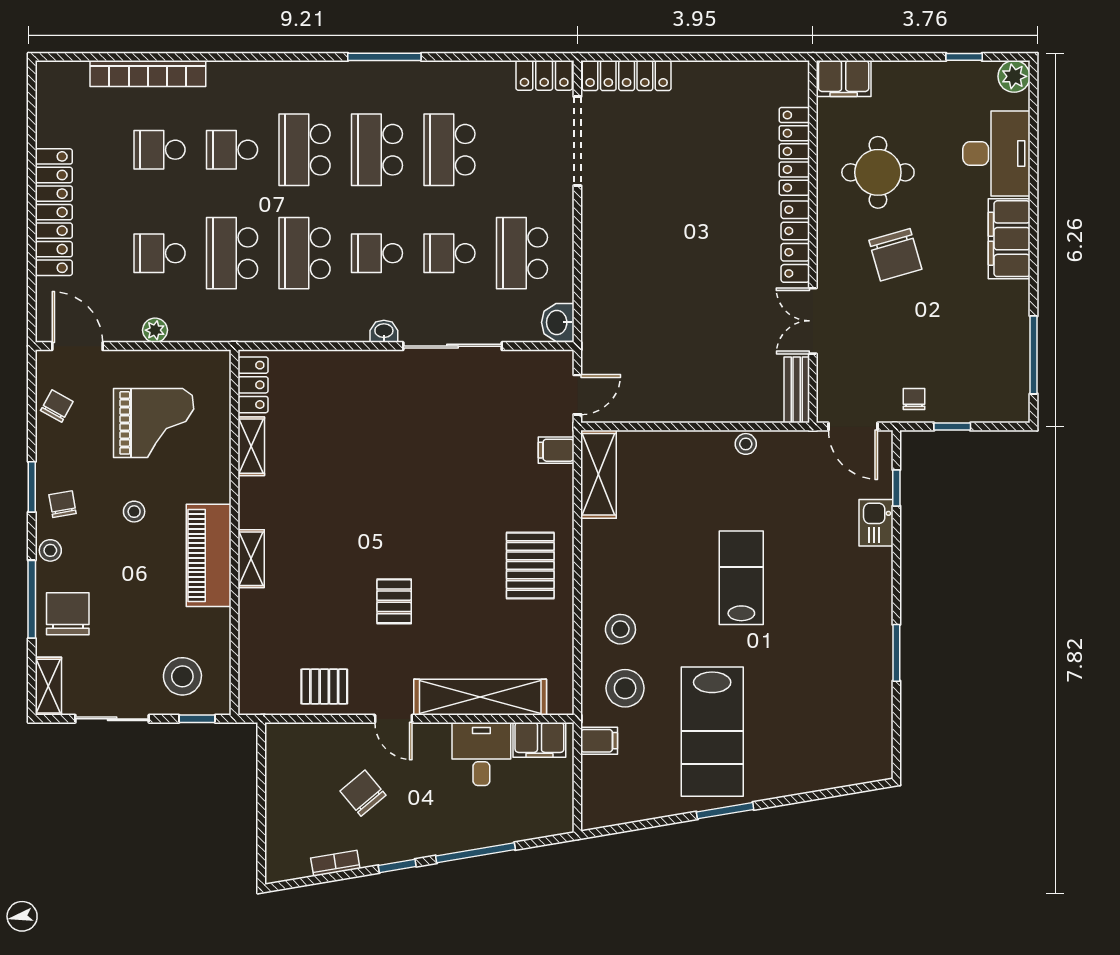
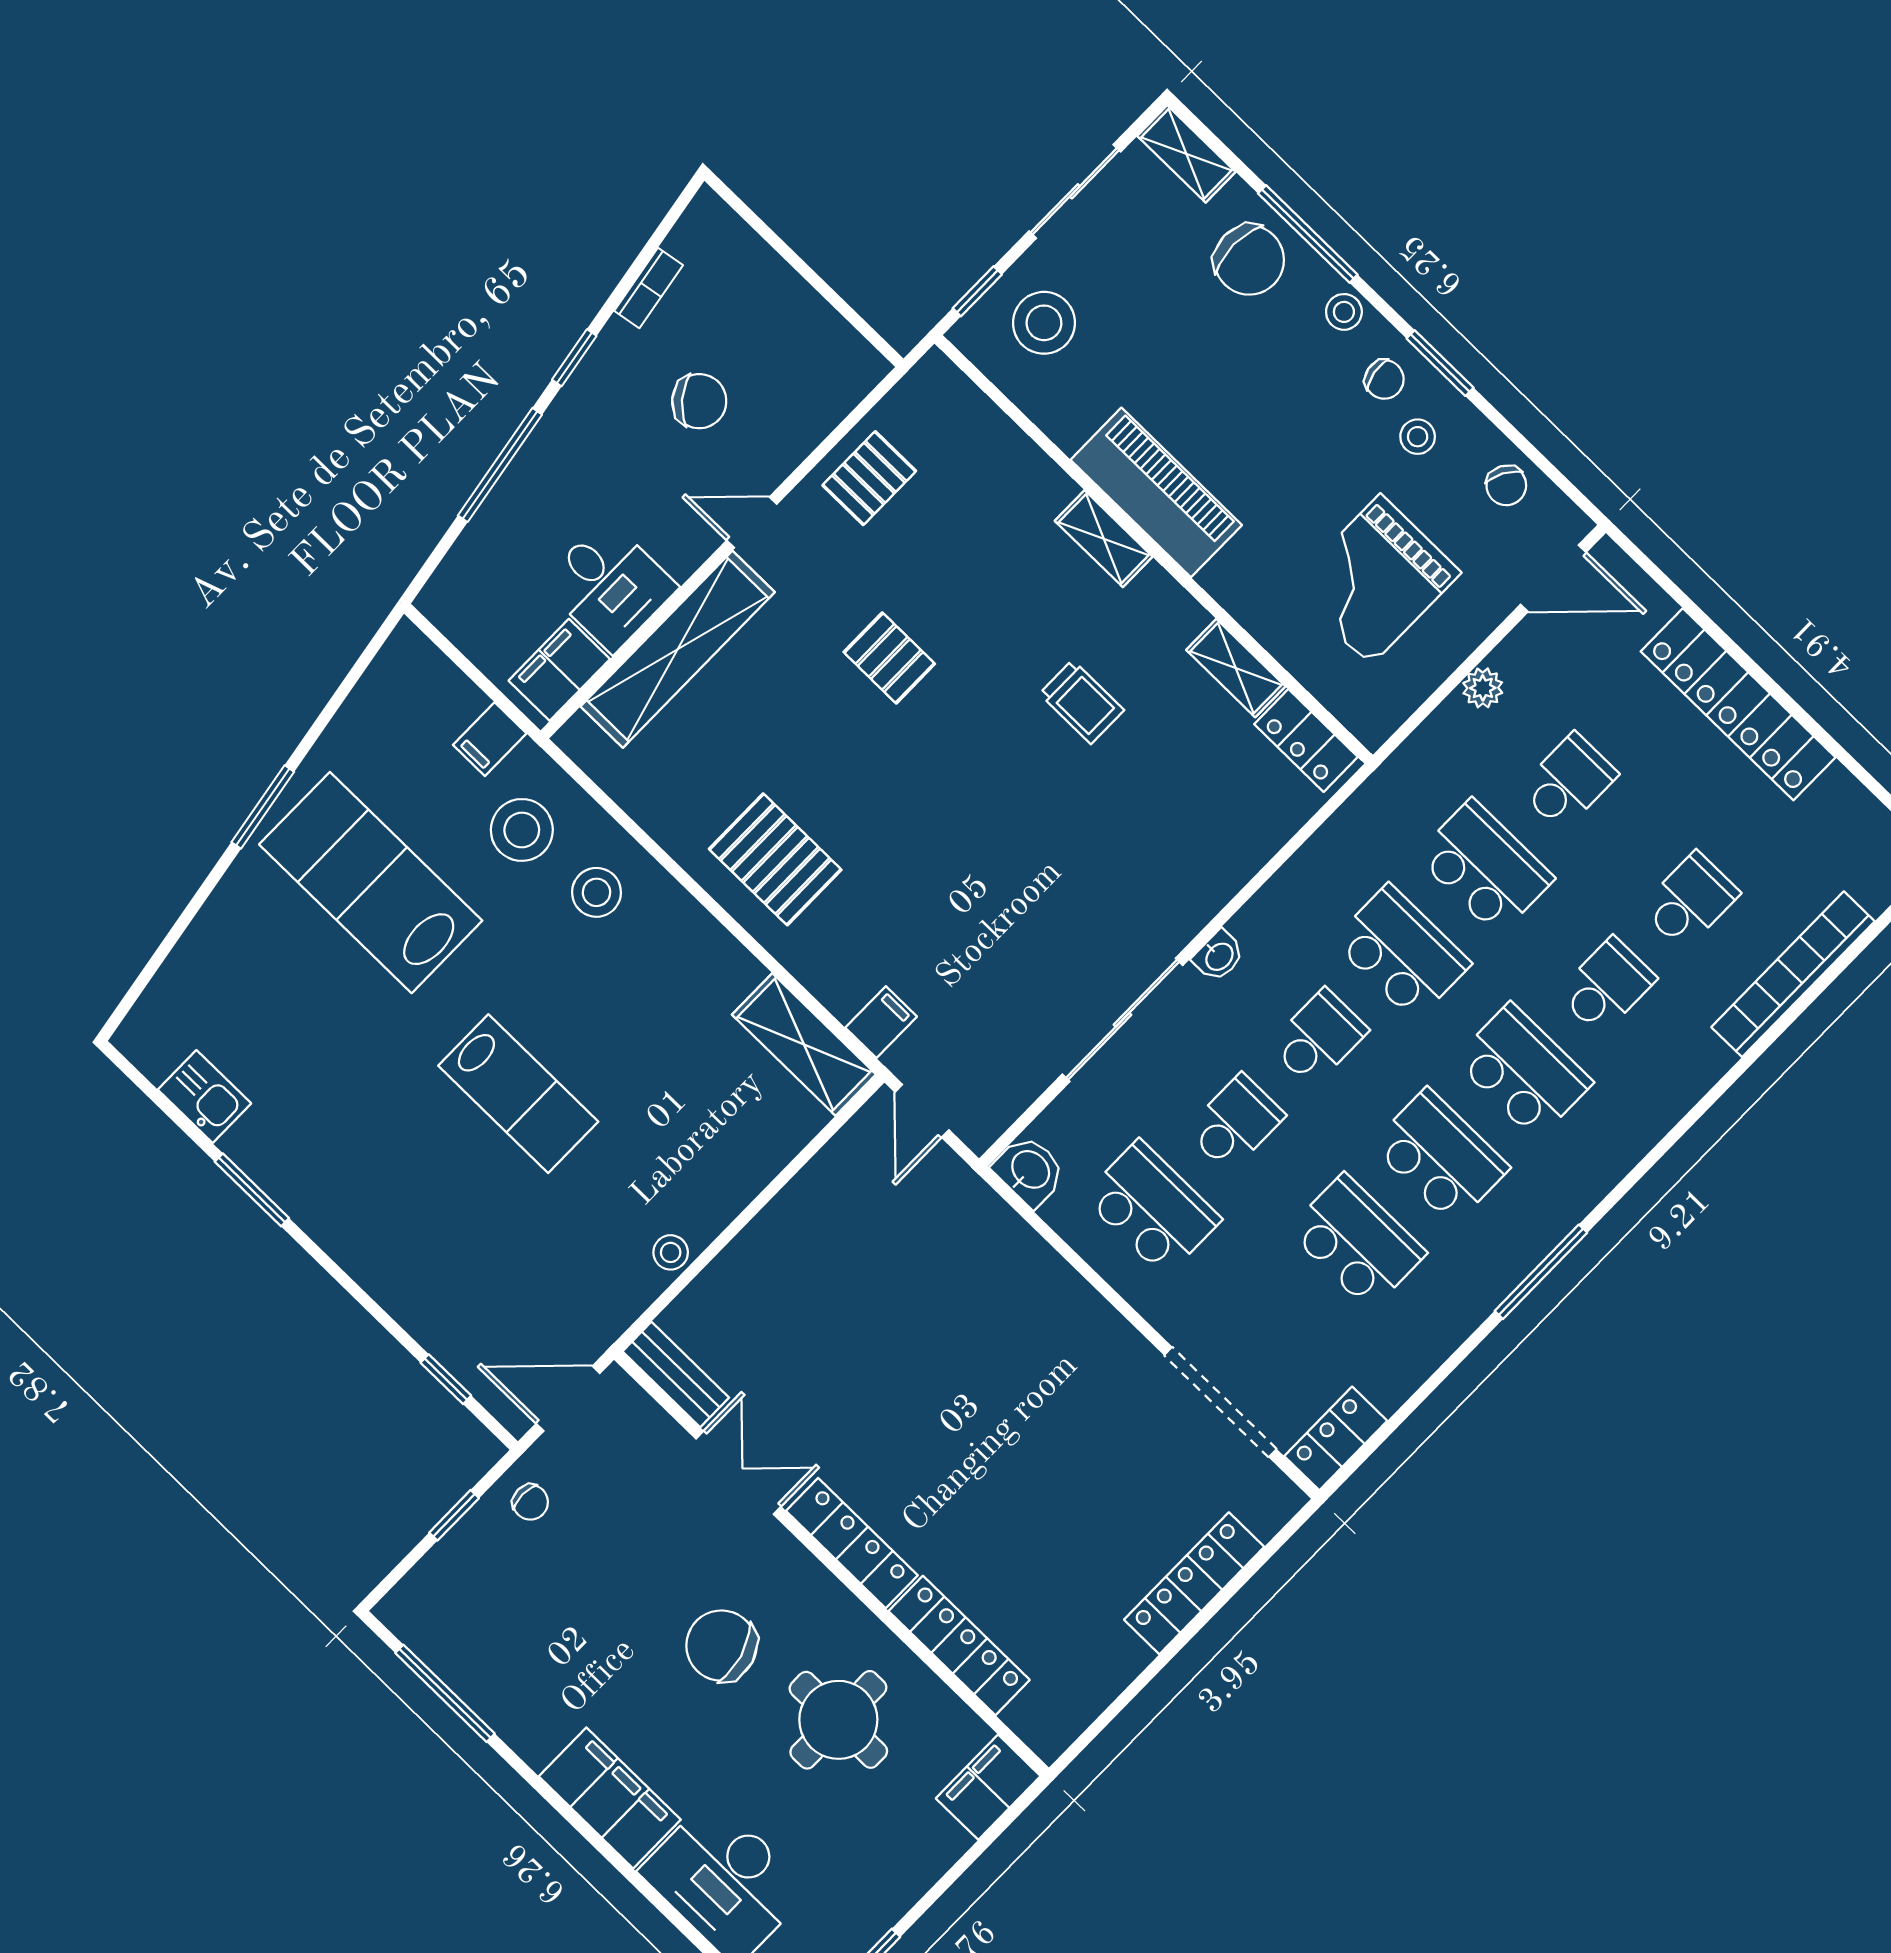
locker: (627, 76) -> (1194, 1583), moved
trolley: (331, 499) -> (1082, 702), added
stool: (134, 512) -> (1418, 437), moved
kitchen sink: (876, 523) -> (205, 1097), moved

